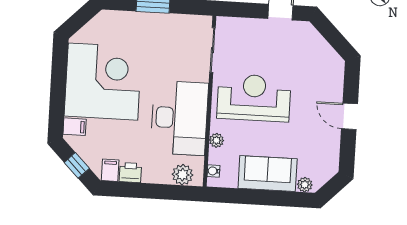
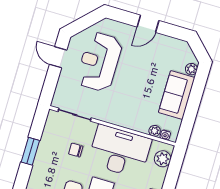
chair: (168, 62) -> (76, 150), added
reception desk: (254, 98) -> (99, 62), moved
plant: (216, 140) -> (155, 131), moved

